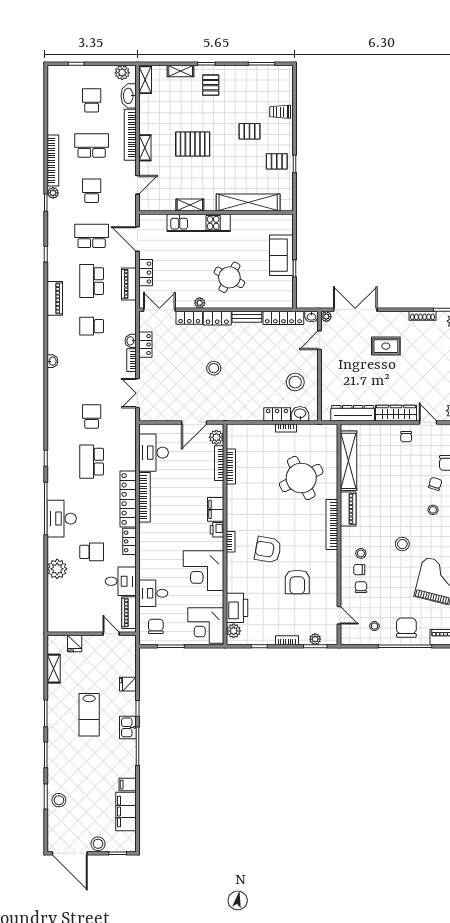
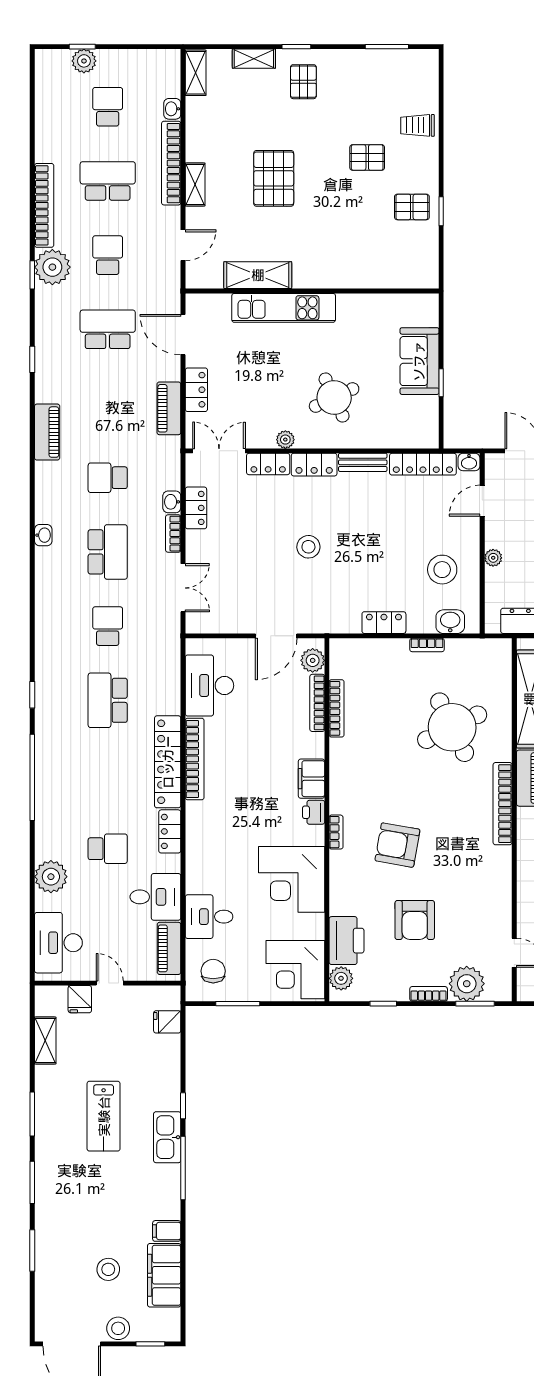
plant: (122, 73) -> (84, 61), moved
washbasin: (129, 96) -> (172, 109), width x0.52, depth x0.69
pallet: (193, 144) -> (274, 178), turned 90
plant: (53, 193) -> (52, 267), width x1.88, depth x1.88
shelving: (248, 202) -> (365, 274), removed
shelving: (190, 205) -> (258, 275), width x1.50, depth x1.33
round table: (229, 277) -> (334, 398), turned 36
school desk: (92, 281) -> (108, 552), moved, turned 180
plant: (326, 317) -> (493, 558), moved
double door: (137, 393) -> (183, 588), swing flipped
locker: (277, 414) -> (384, 623), moved
desk: (62, 519) -> (58, 943), moved
armchair: (297, 582) -> (415, 920), moved
door: (111, 634) -> (110, 983), moved
plant: (315, 639) -> (467, 984), width x1.88, depth x1.88
fridge: (128, 684) -> (167, 1022), moved
kitchen sink: (128, 727) -> (167, 1137), width x1.38
stool: (59, 800) -> (108, 1269), moved

